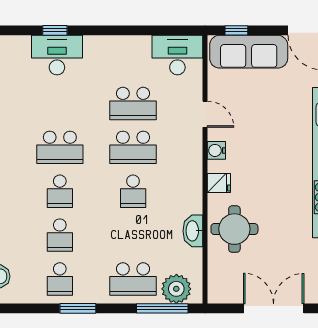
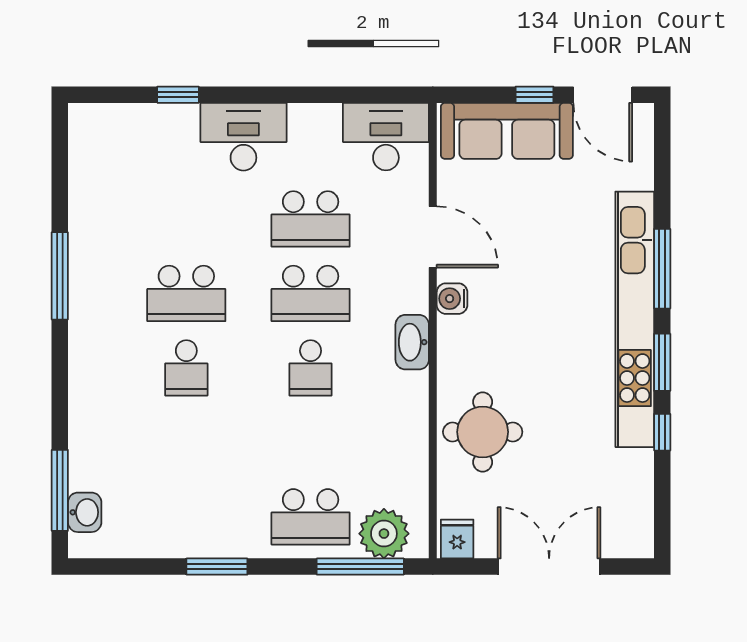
window: (236, 30) -> (534, 95), moved
desk: (57, 55) -> (243, 137), moved
door: (205, 114) -> (433, 237), width x1.38
fridge: (219, 183) -> (457, 539), moved, turned -90
washbasin: (193, 231) -> (412, 342), moved
school desk: (60, 235) -> (186, 442), removed
school desk: (60, 279) -> (186, 517), removed

